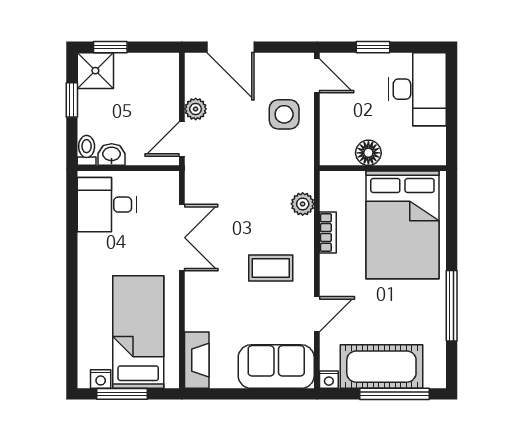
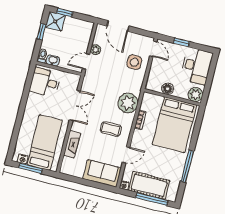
plant: (431, 150) -> (196, 95), added
plant: (303, 204) -> (128, 103), width x1.88, depth x1.88
fireplace: (197, 360) -> (72, 144), moved

